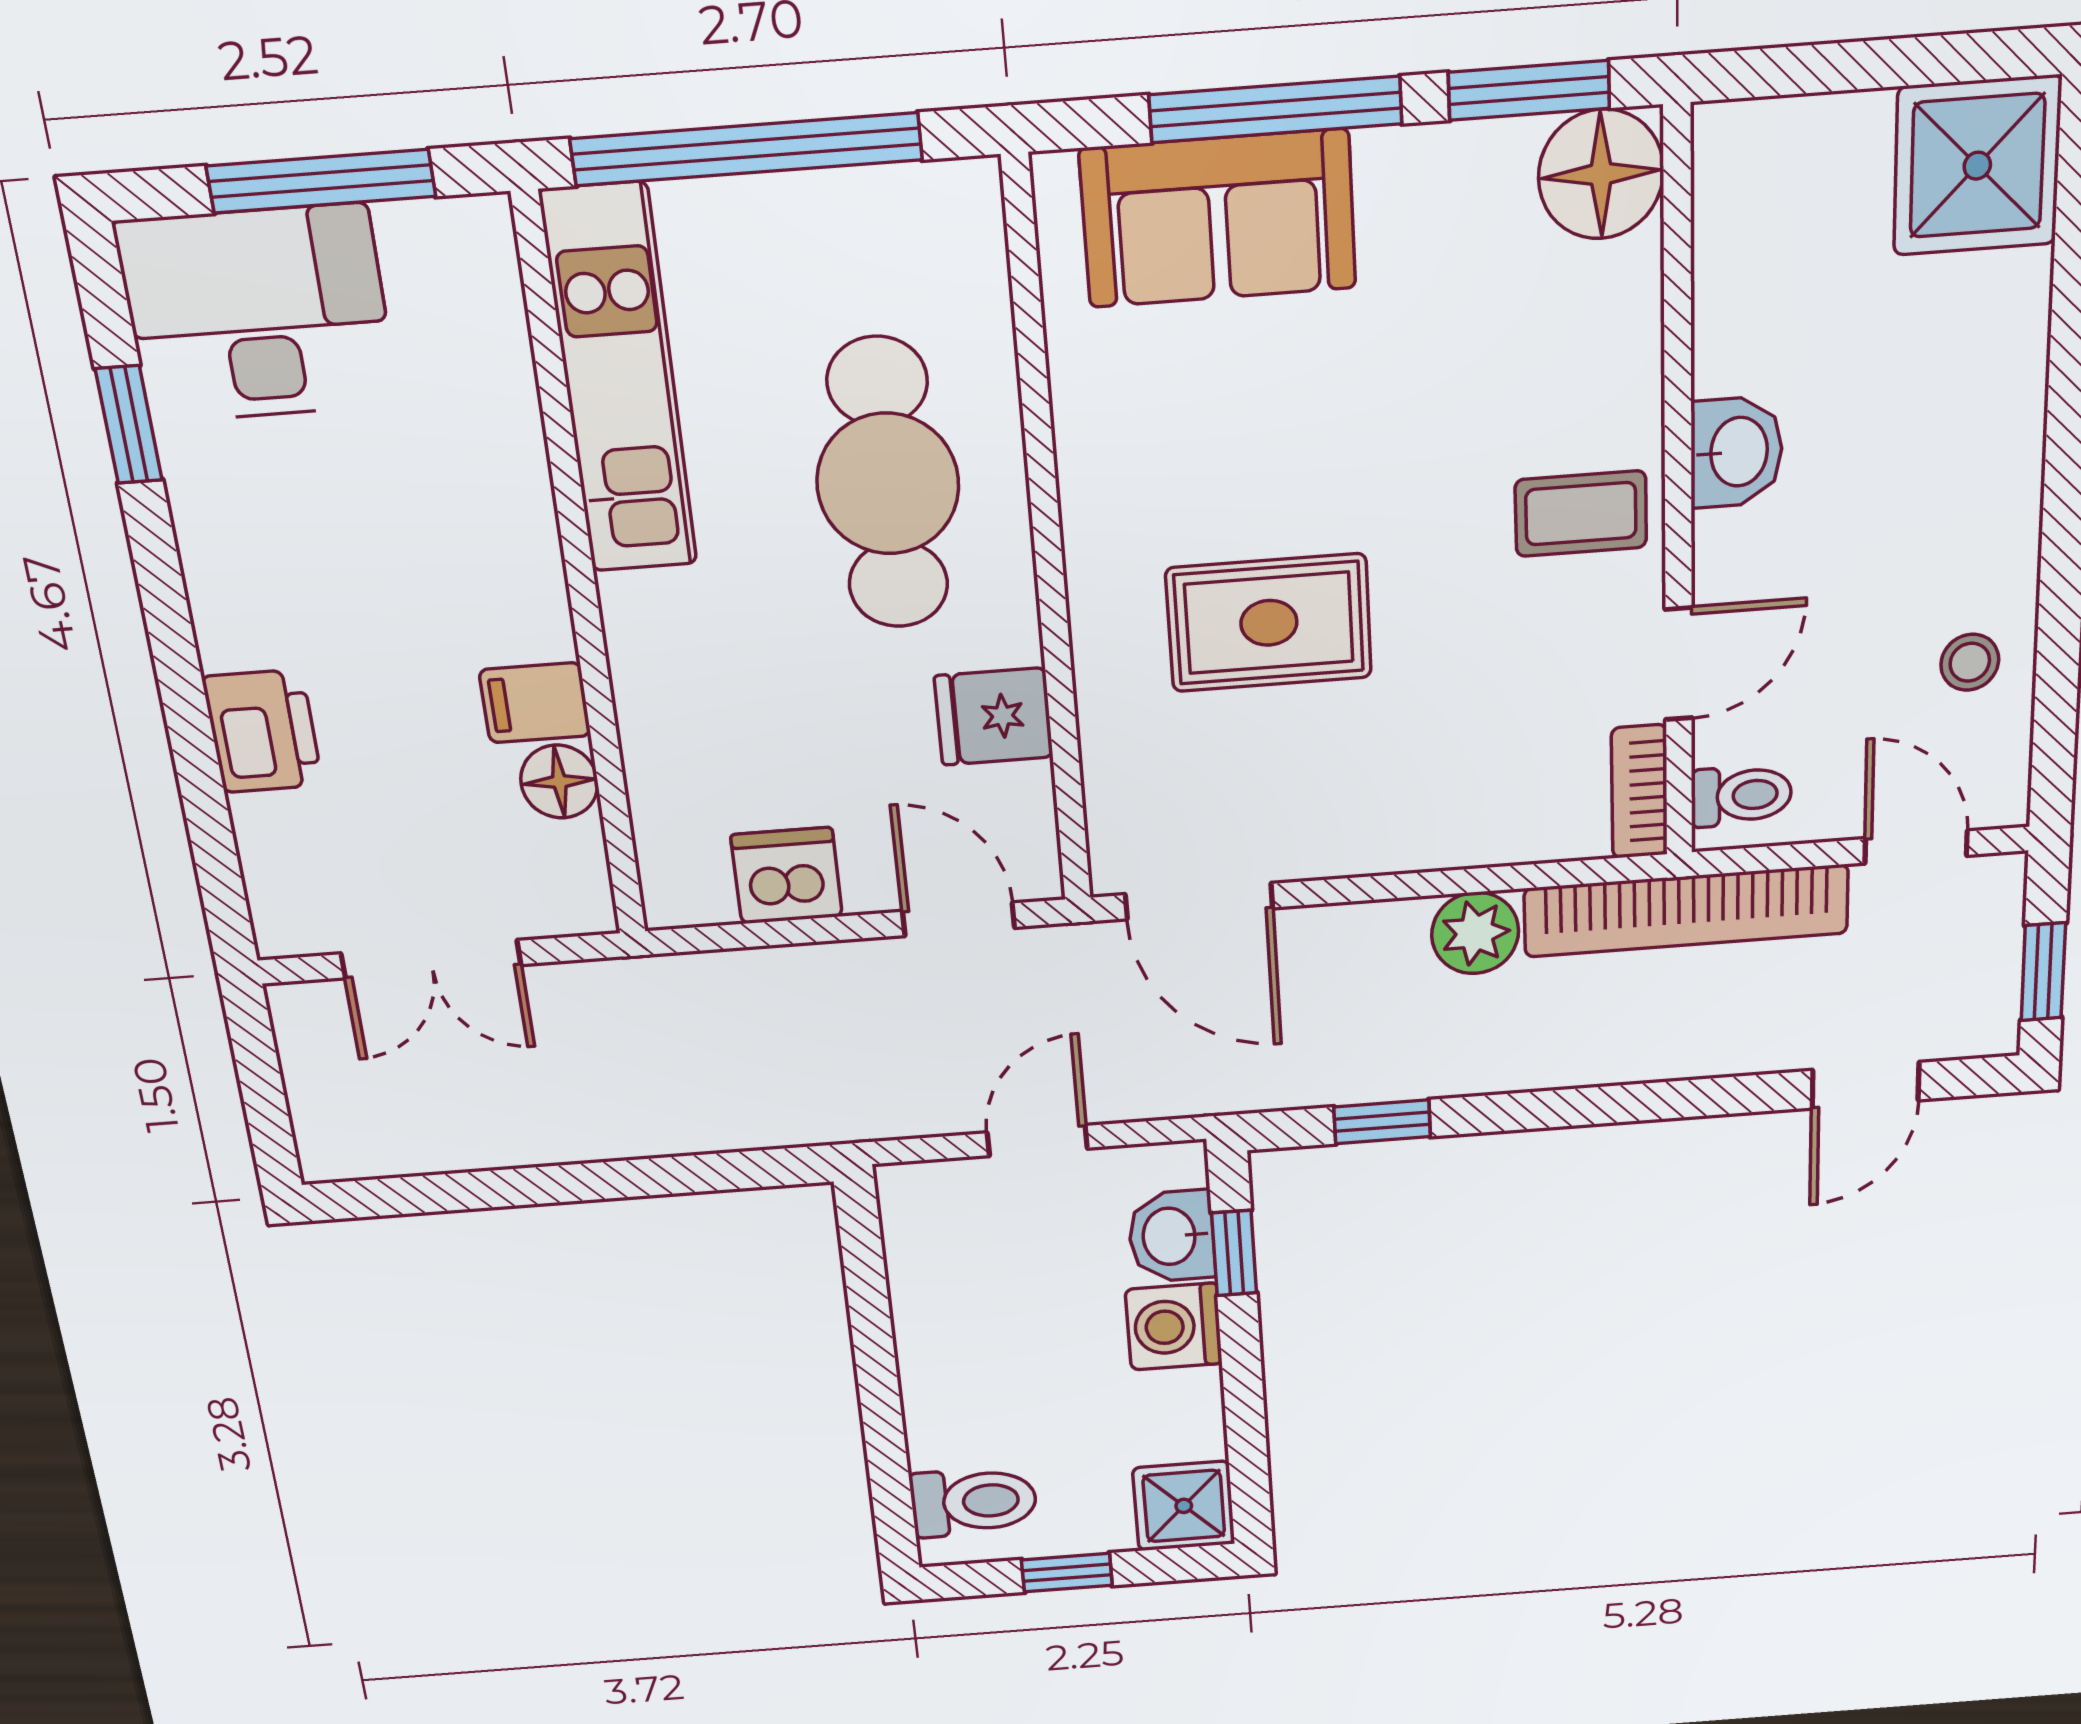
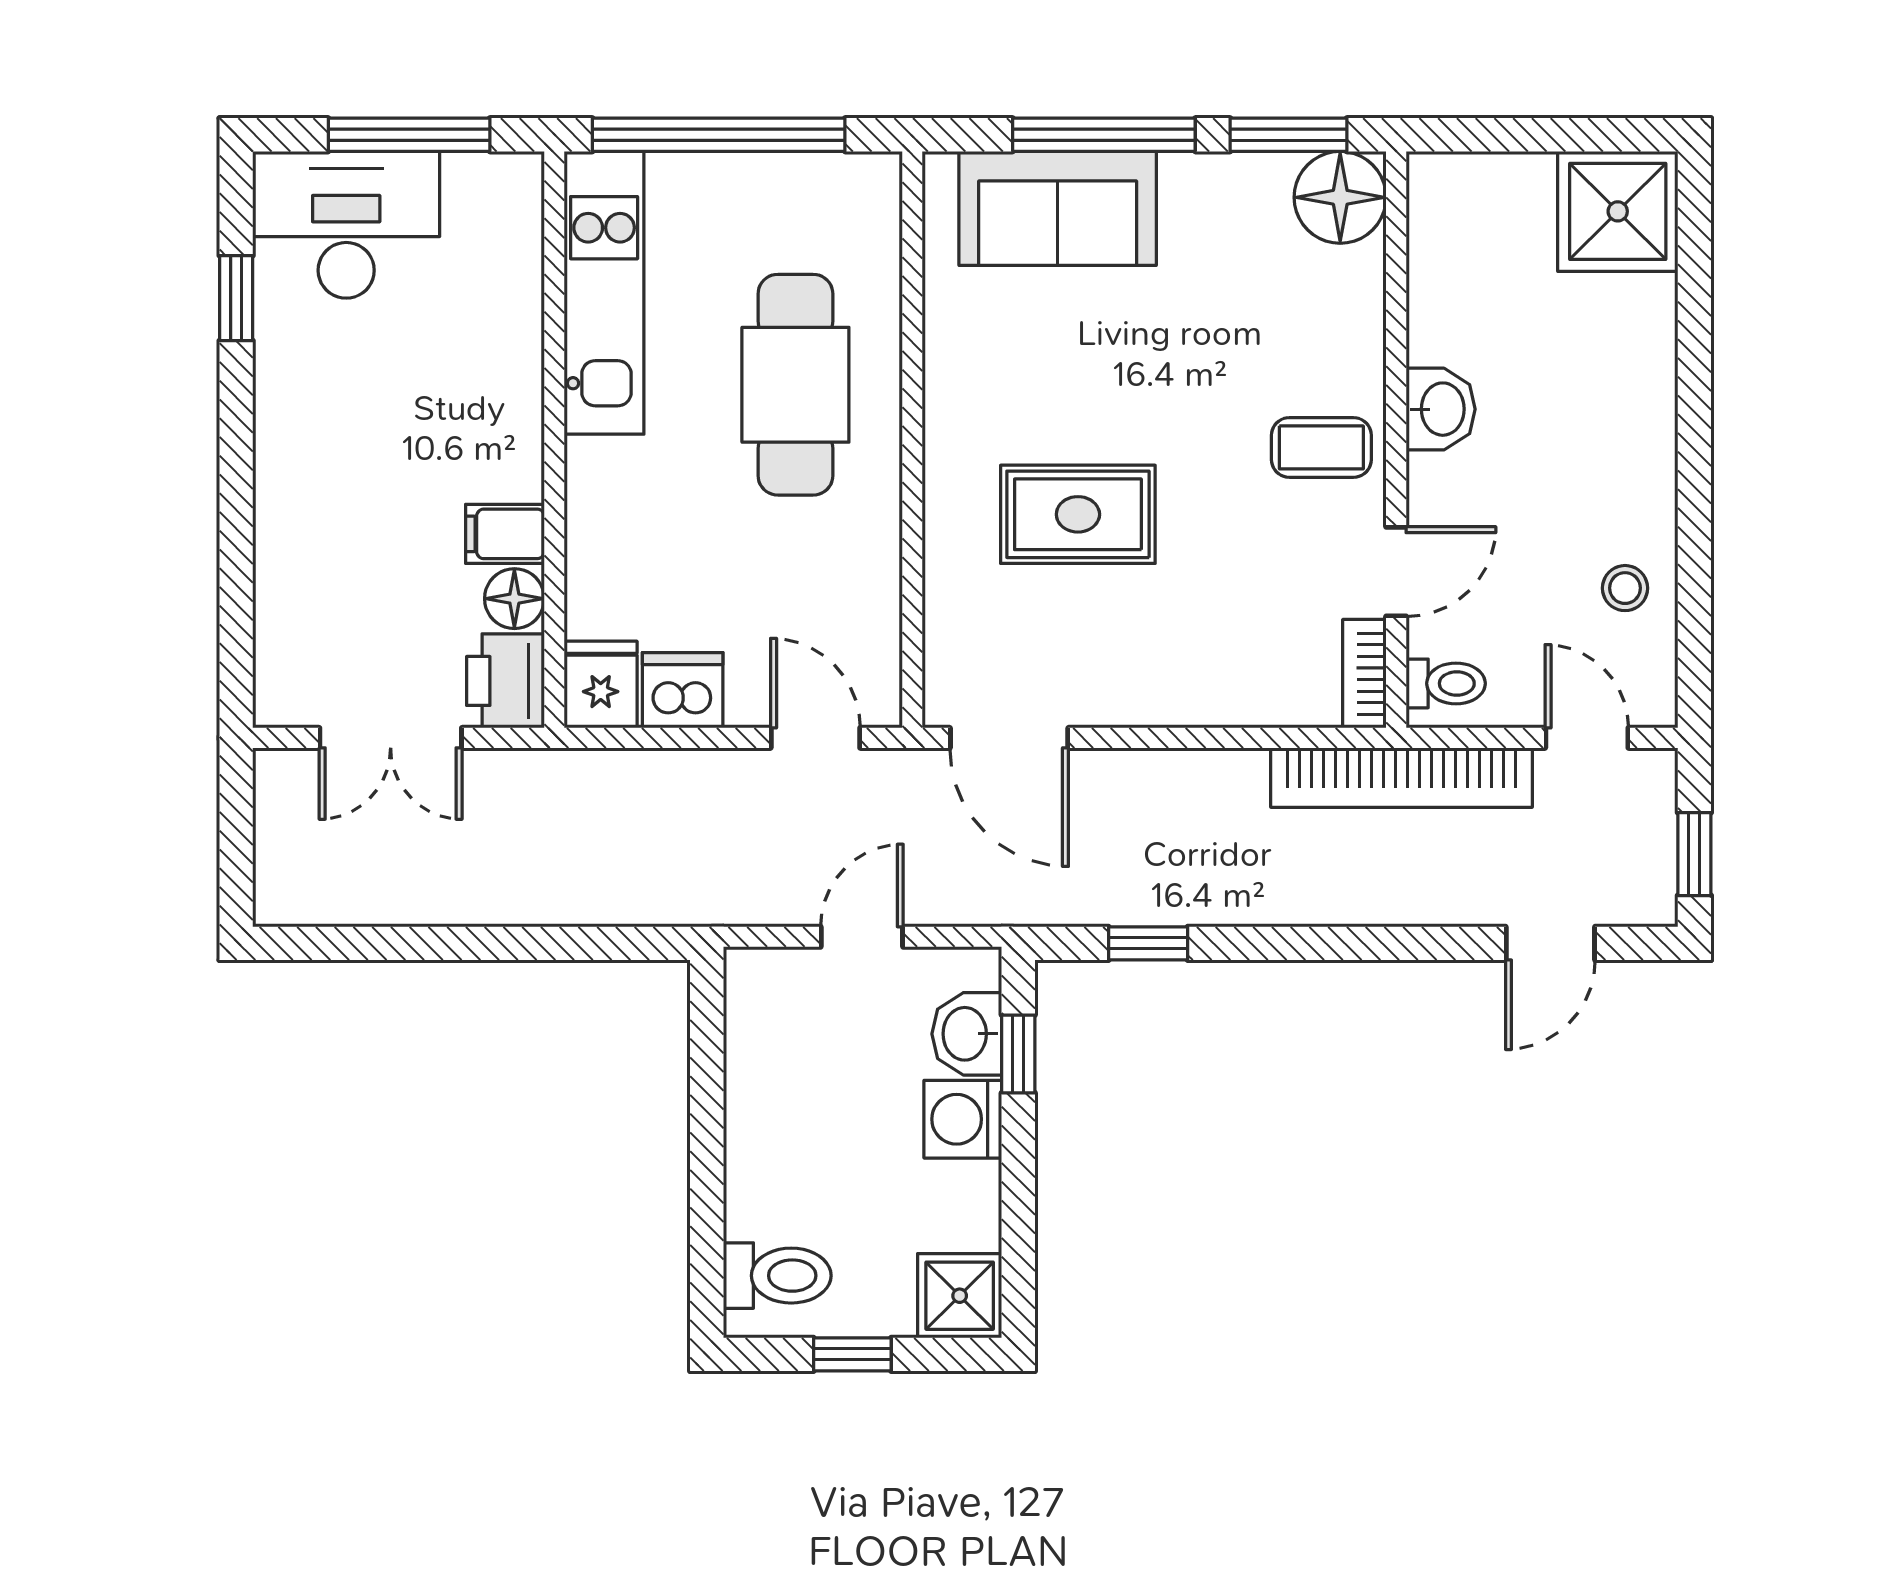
fridge: (994, 717) -> (601, 685), moved, turned 90
printer: (263, 731) -> (505, 681), moved, turned 180
plant: (1475, 933) -> (1230, 783), removed

